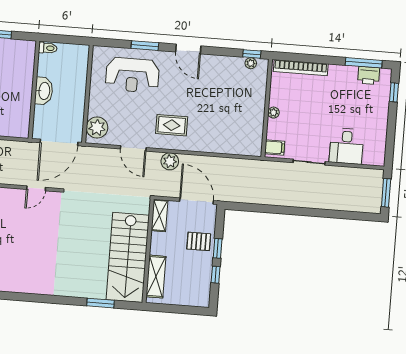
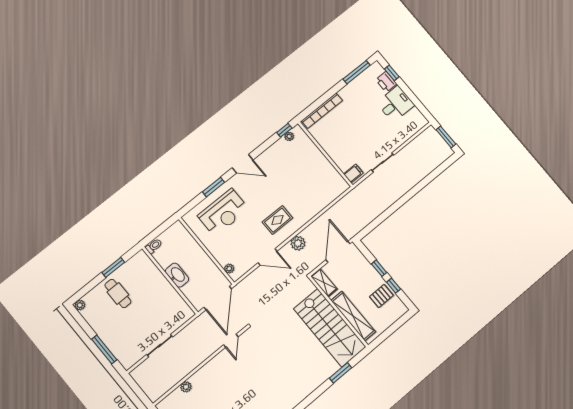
printer: (369, 75) -> (386, 82), moved, turned 90
plant: (274, 113) -> (332, 153), removed
plant: (97, 128) -> (229, 269), width x0.53, depth x0.53
desk: (346, 146) -> (395, 104), moved, turned -90
door: (196, 201) -> (338, 252), hinge flipped
pallet: (199, 241) -> (381, 296), moved
shelving: (156, 277) -> (353, 316), width x1.47

